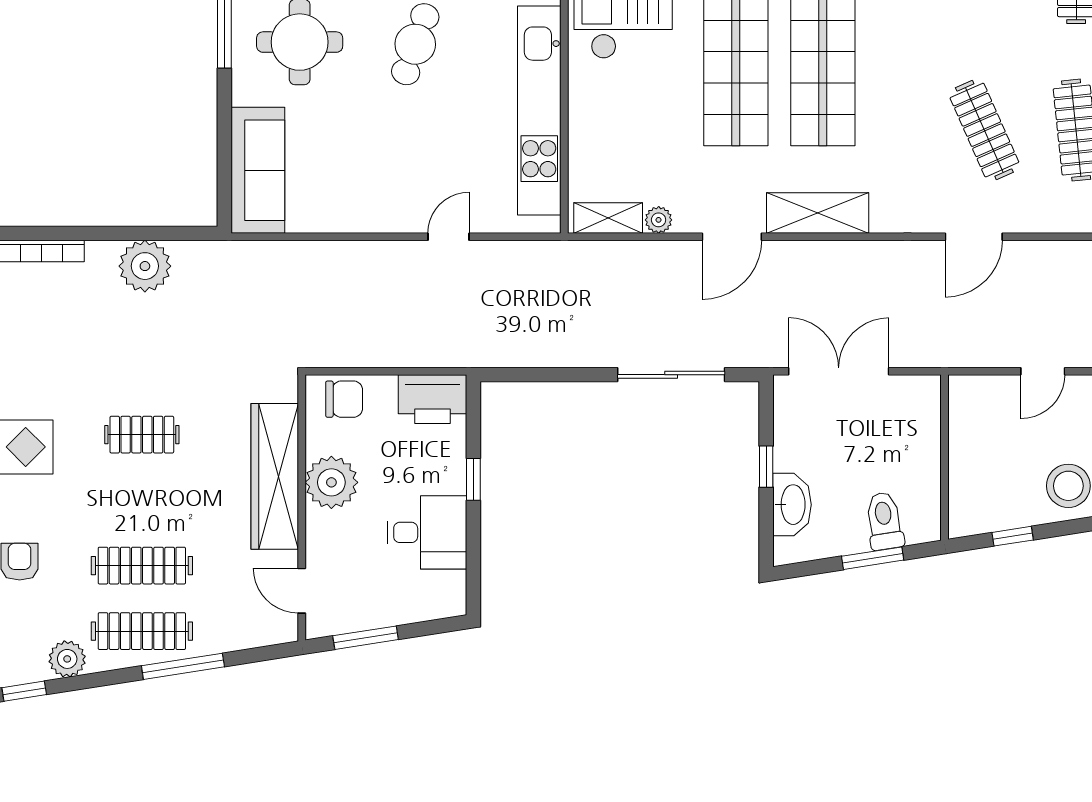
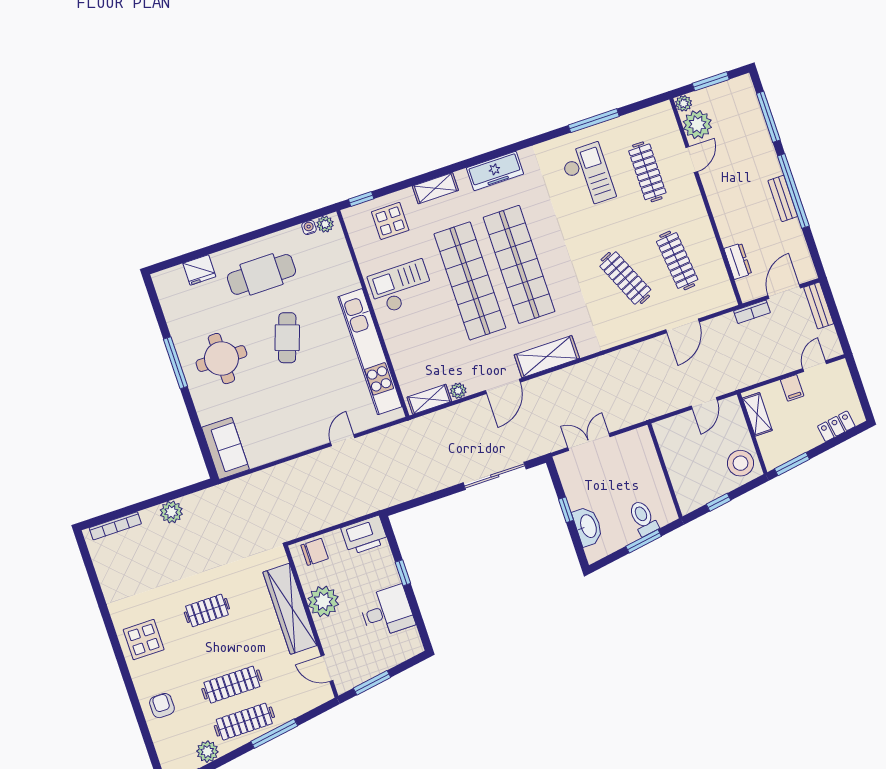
sofa: (258, 170) -> (225, 448), width x0.73
door: (974, 237) -> (682, 326), moved
plant: (145, 266) -> (171, 512), width x0.73, depth x0.73
double door: (839, 371) -> (589, 442), width x0.73

